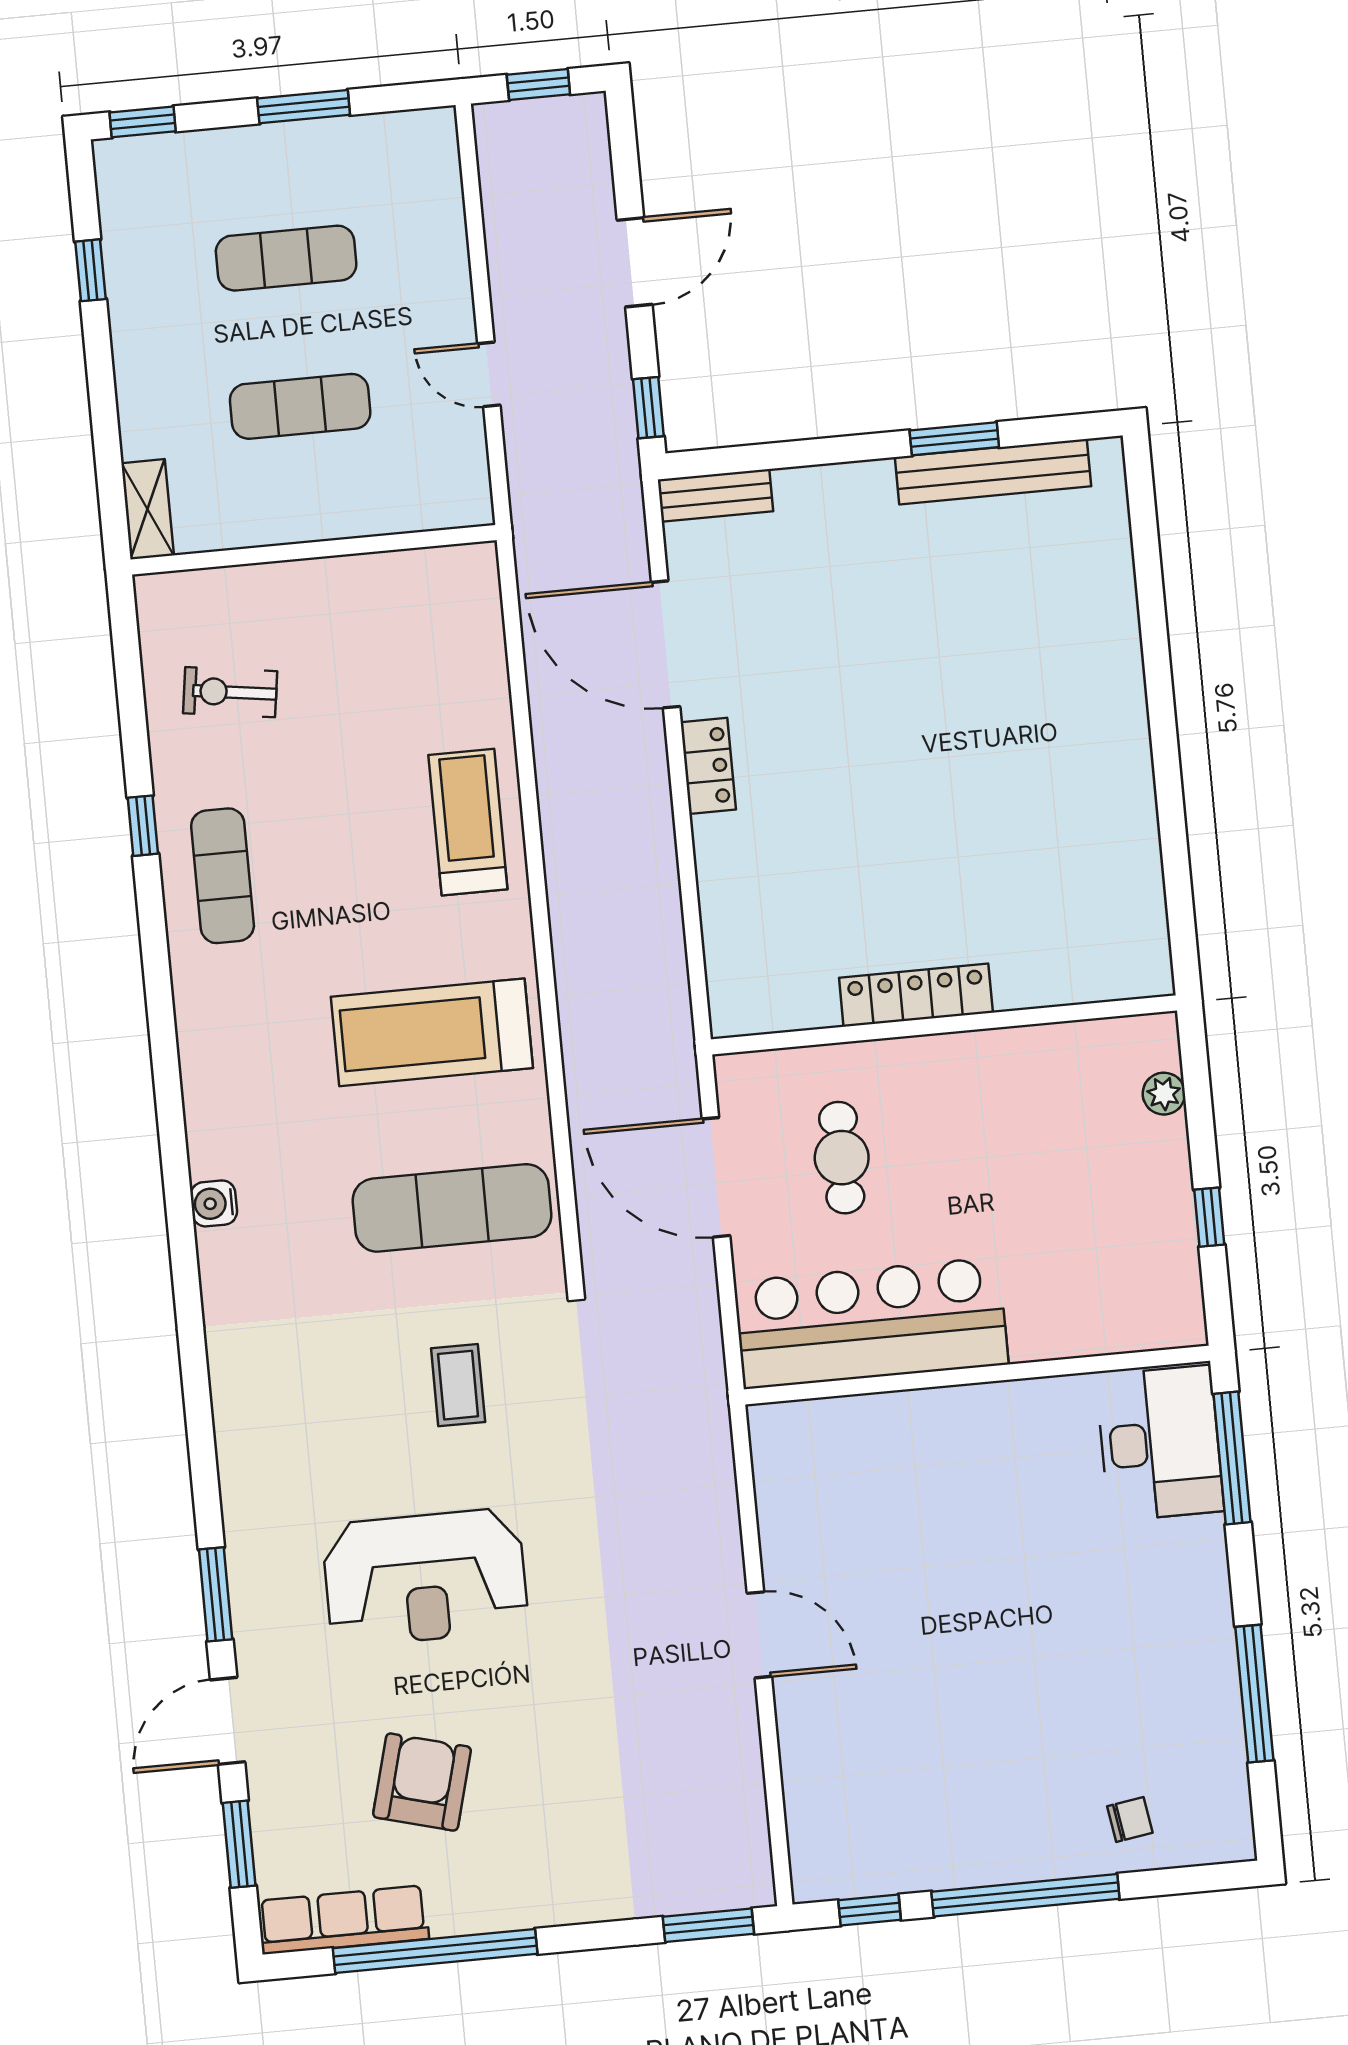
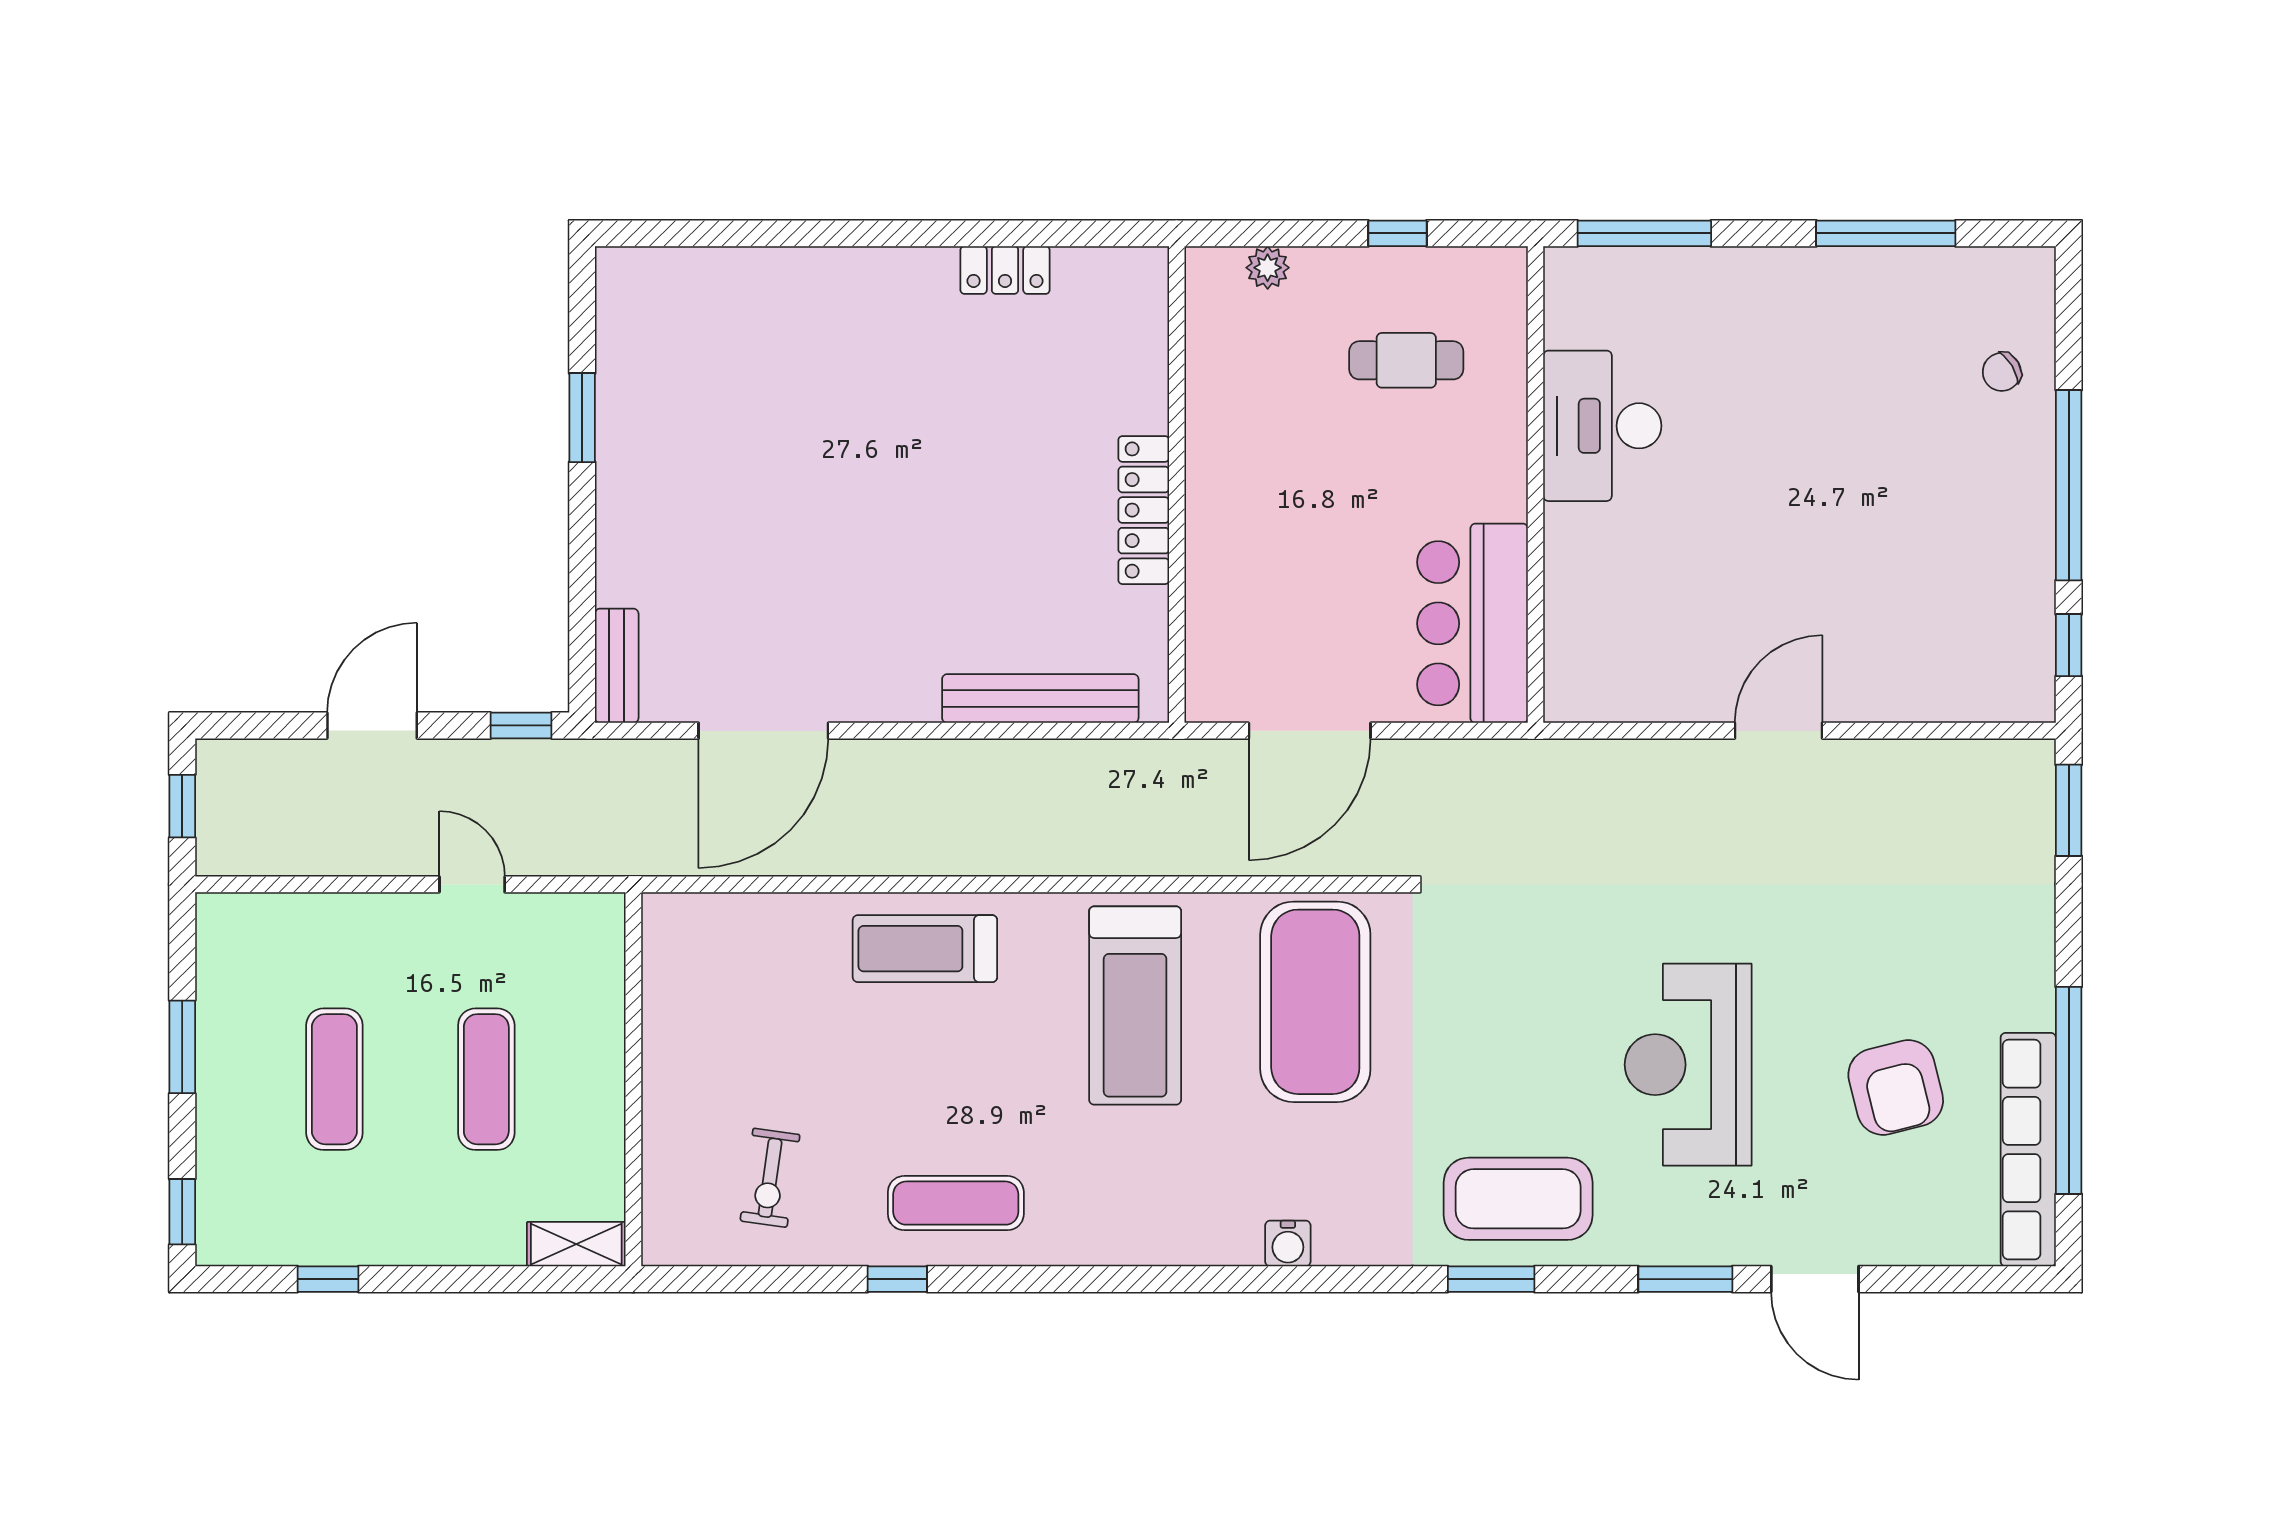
door: (635, 262) -> (372, 725), hinge flipped
door: (489, 374) -> (472, 884), swing flipped
bench: (993, 472) -> (1040, 698), moved, turned 90
locker: (708, 766) -> (1005, 270), moved, turned 180
cafe table: (842, 1158) -> (1406, 360), moved
exercise mat: (452, 1208) -> (1315, 1002), width x1.47
bar counter: (871, 1323) -> (1473, 623), width x0.73
coffee table: (458, 1385) -> (1518, 1199), moved, width x1.86, depth x1.72
desk: (1160, 1443) -> (1602, 426), moved, turned -90
reception desk: (425, 1577) -> (1688, 1065), turned 180
armchair: (422, 1782) -> (1896, 1088), turned -119
chair: (1130, 1819) -> (2002, 372), turned -112
window: (239, 1844) -> (1491, 1279), moved
row of seats: (343, 1920) -> (2028, 1150), width x1.36

